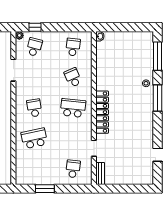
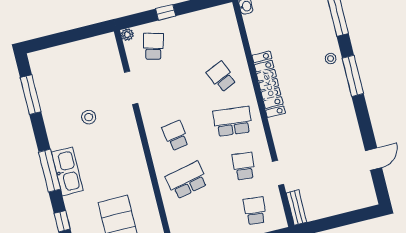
window: (35, 27) -> (166, 12), moved
school desk: (73, 47) -> (244, 166), moved
locker: (102, 112) -> (269, 84), moved

